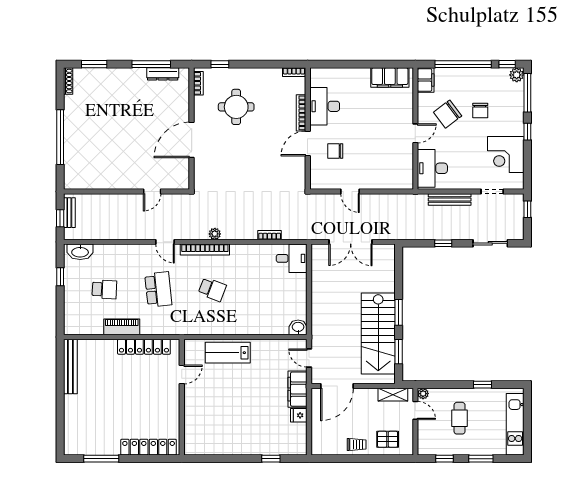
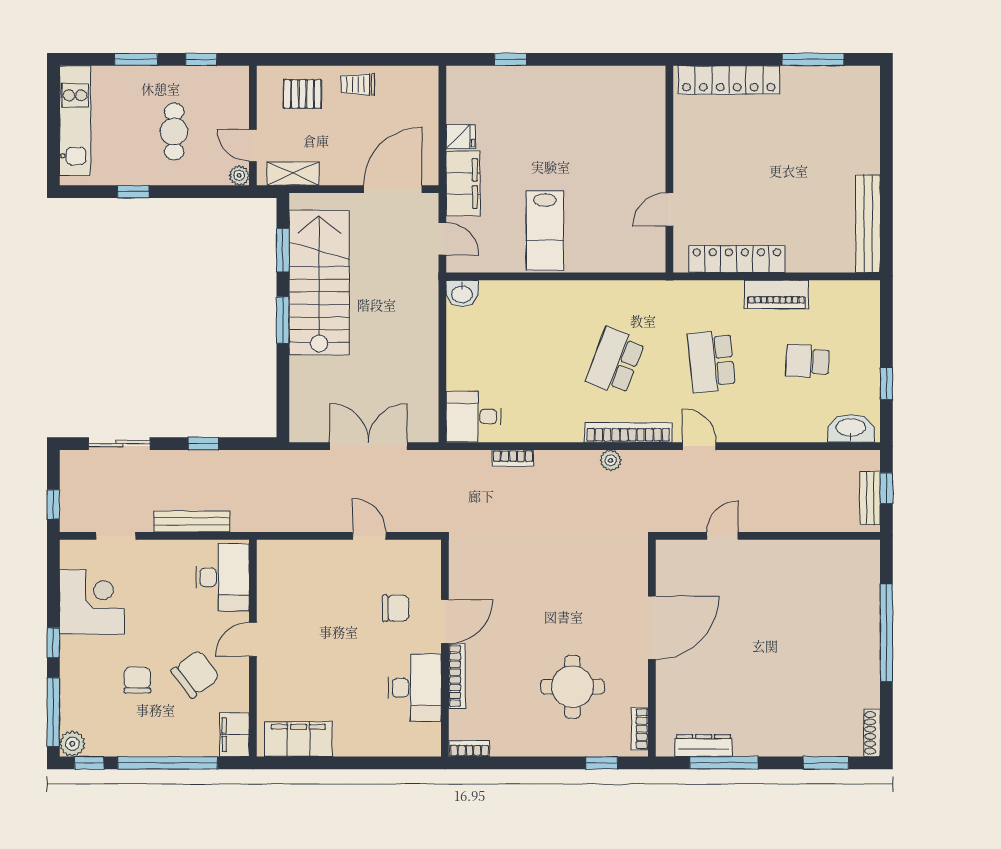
school desk: (212, 289) -> (615, 361), width x1.85
lab bench: (228, 353) -> (545, 230), moved, turned 90

